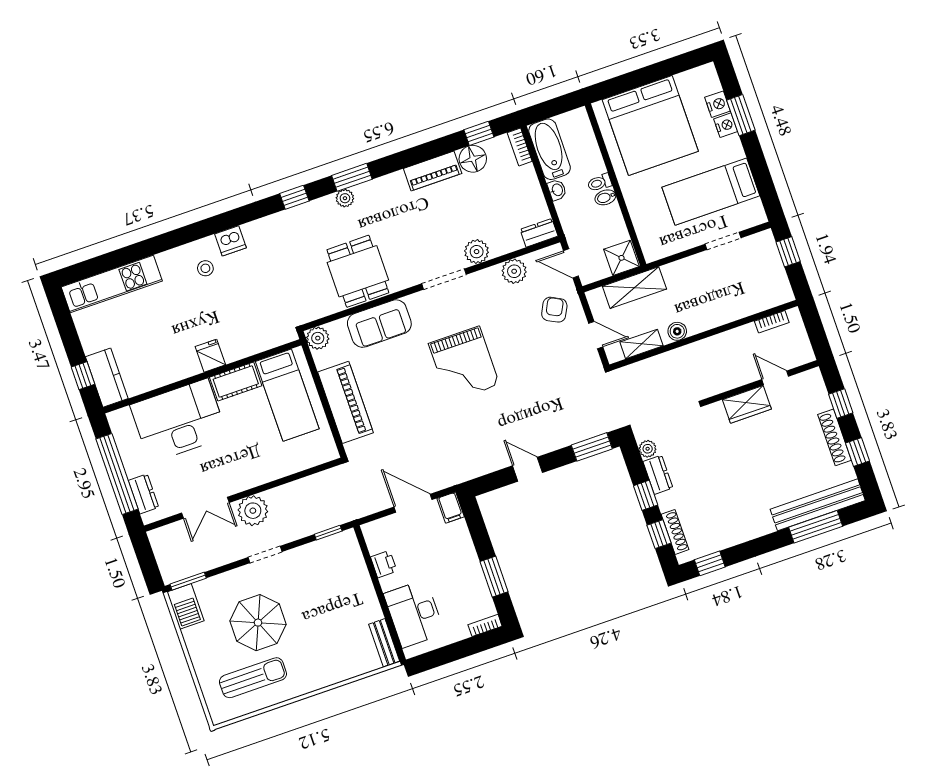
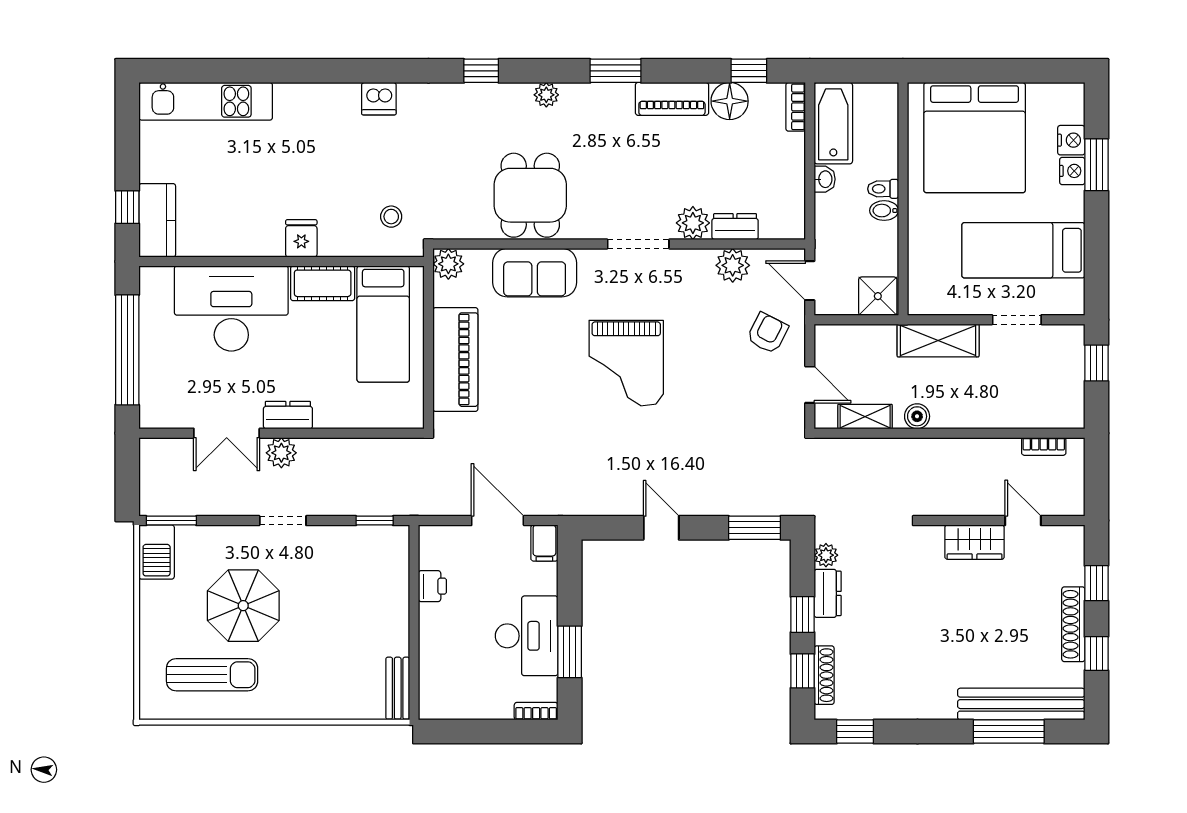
window: (352, 177) -> (616, 71), moved
dresser: (539, 233) -> (735, 227), moved
stool: (205, 268) -> (391, 217), moved
shelving: (634, 288) -> (938, 340), moved
dresser: (143, 494) -> (288, 415), moved, turned -90
plant: (253, 511) -> (281, 453), width x0.73, depth x0.73
desk: (414, 614) -> (527, 636), moved, turned 180

